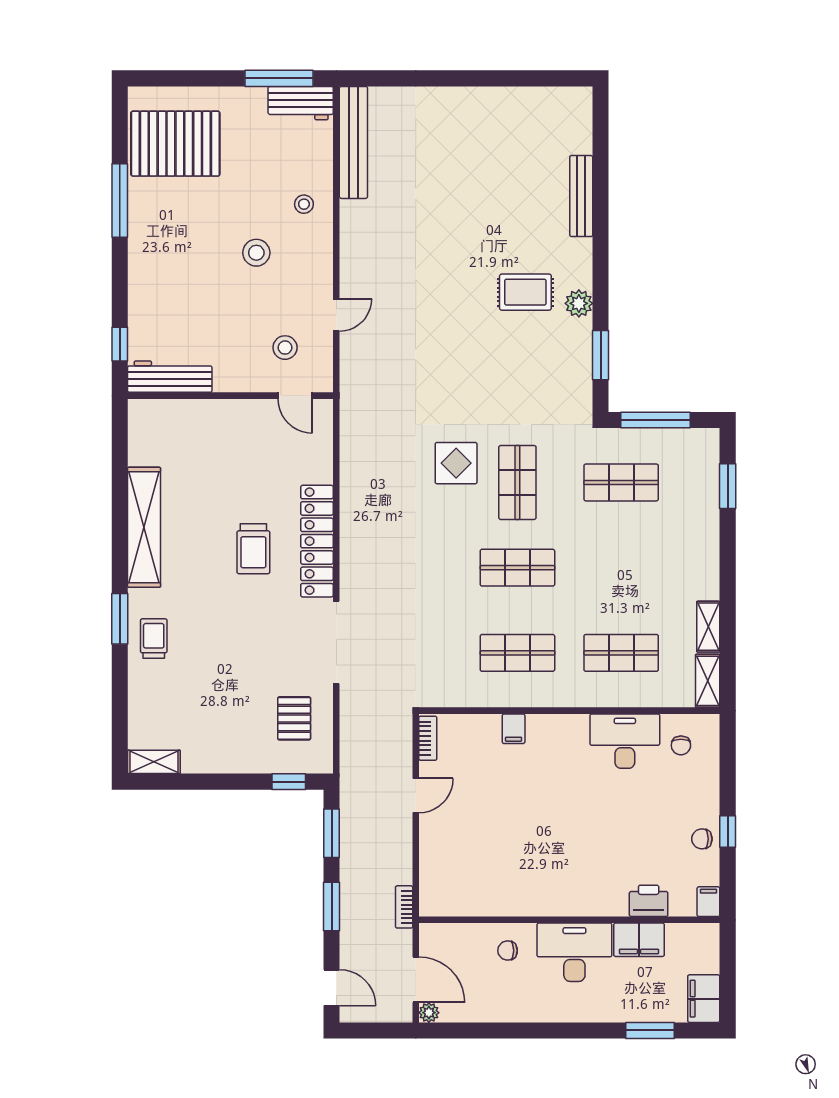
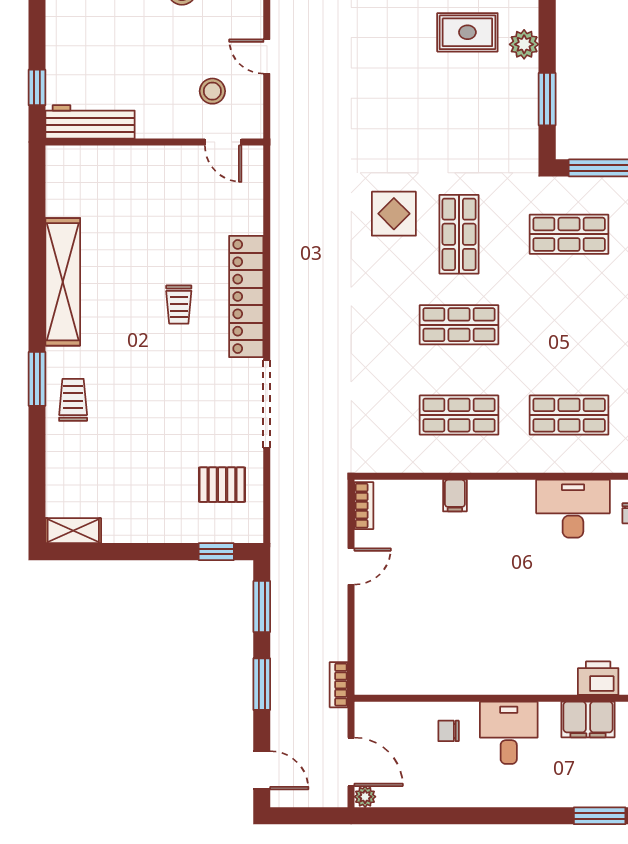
door: (336, 315) -> (267, 56), swing flipped
trolley: (253, 549) -> (179, 305), width x0.73, depth x0.72
pallet: (294, 718) -> (222, 485), turned 90
desk: (574, 952) -> (509, 733), width x0.73

